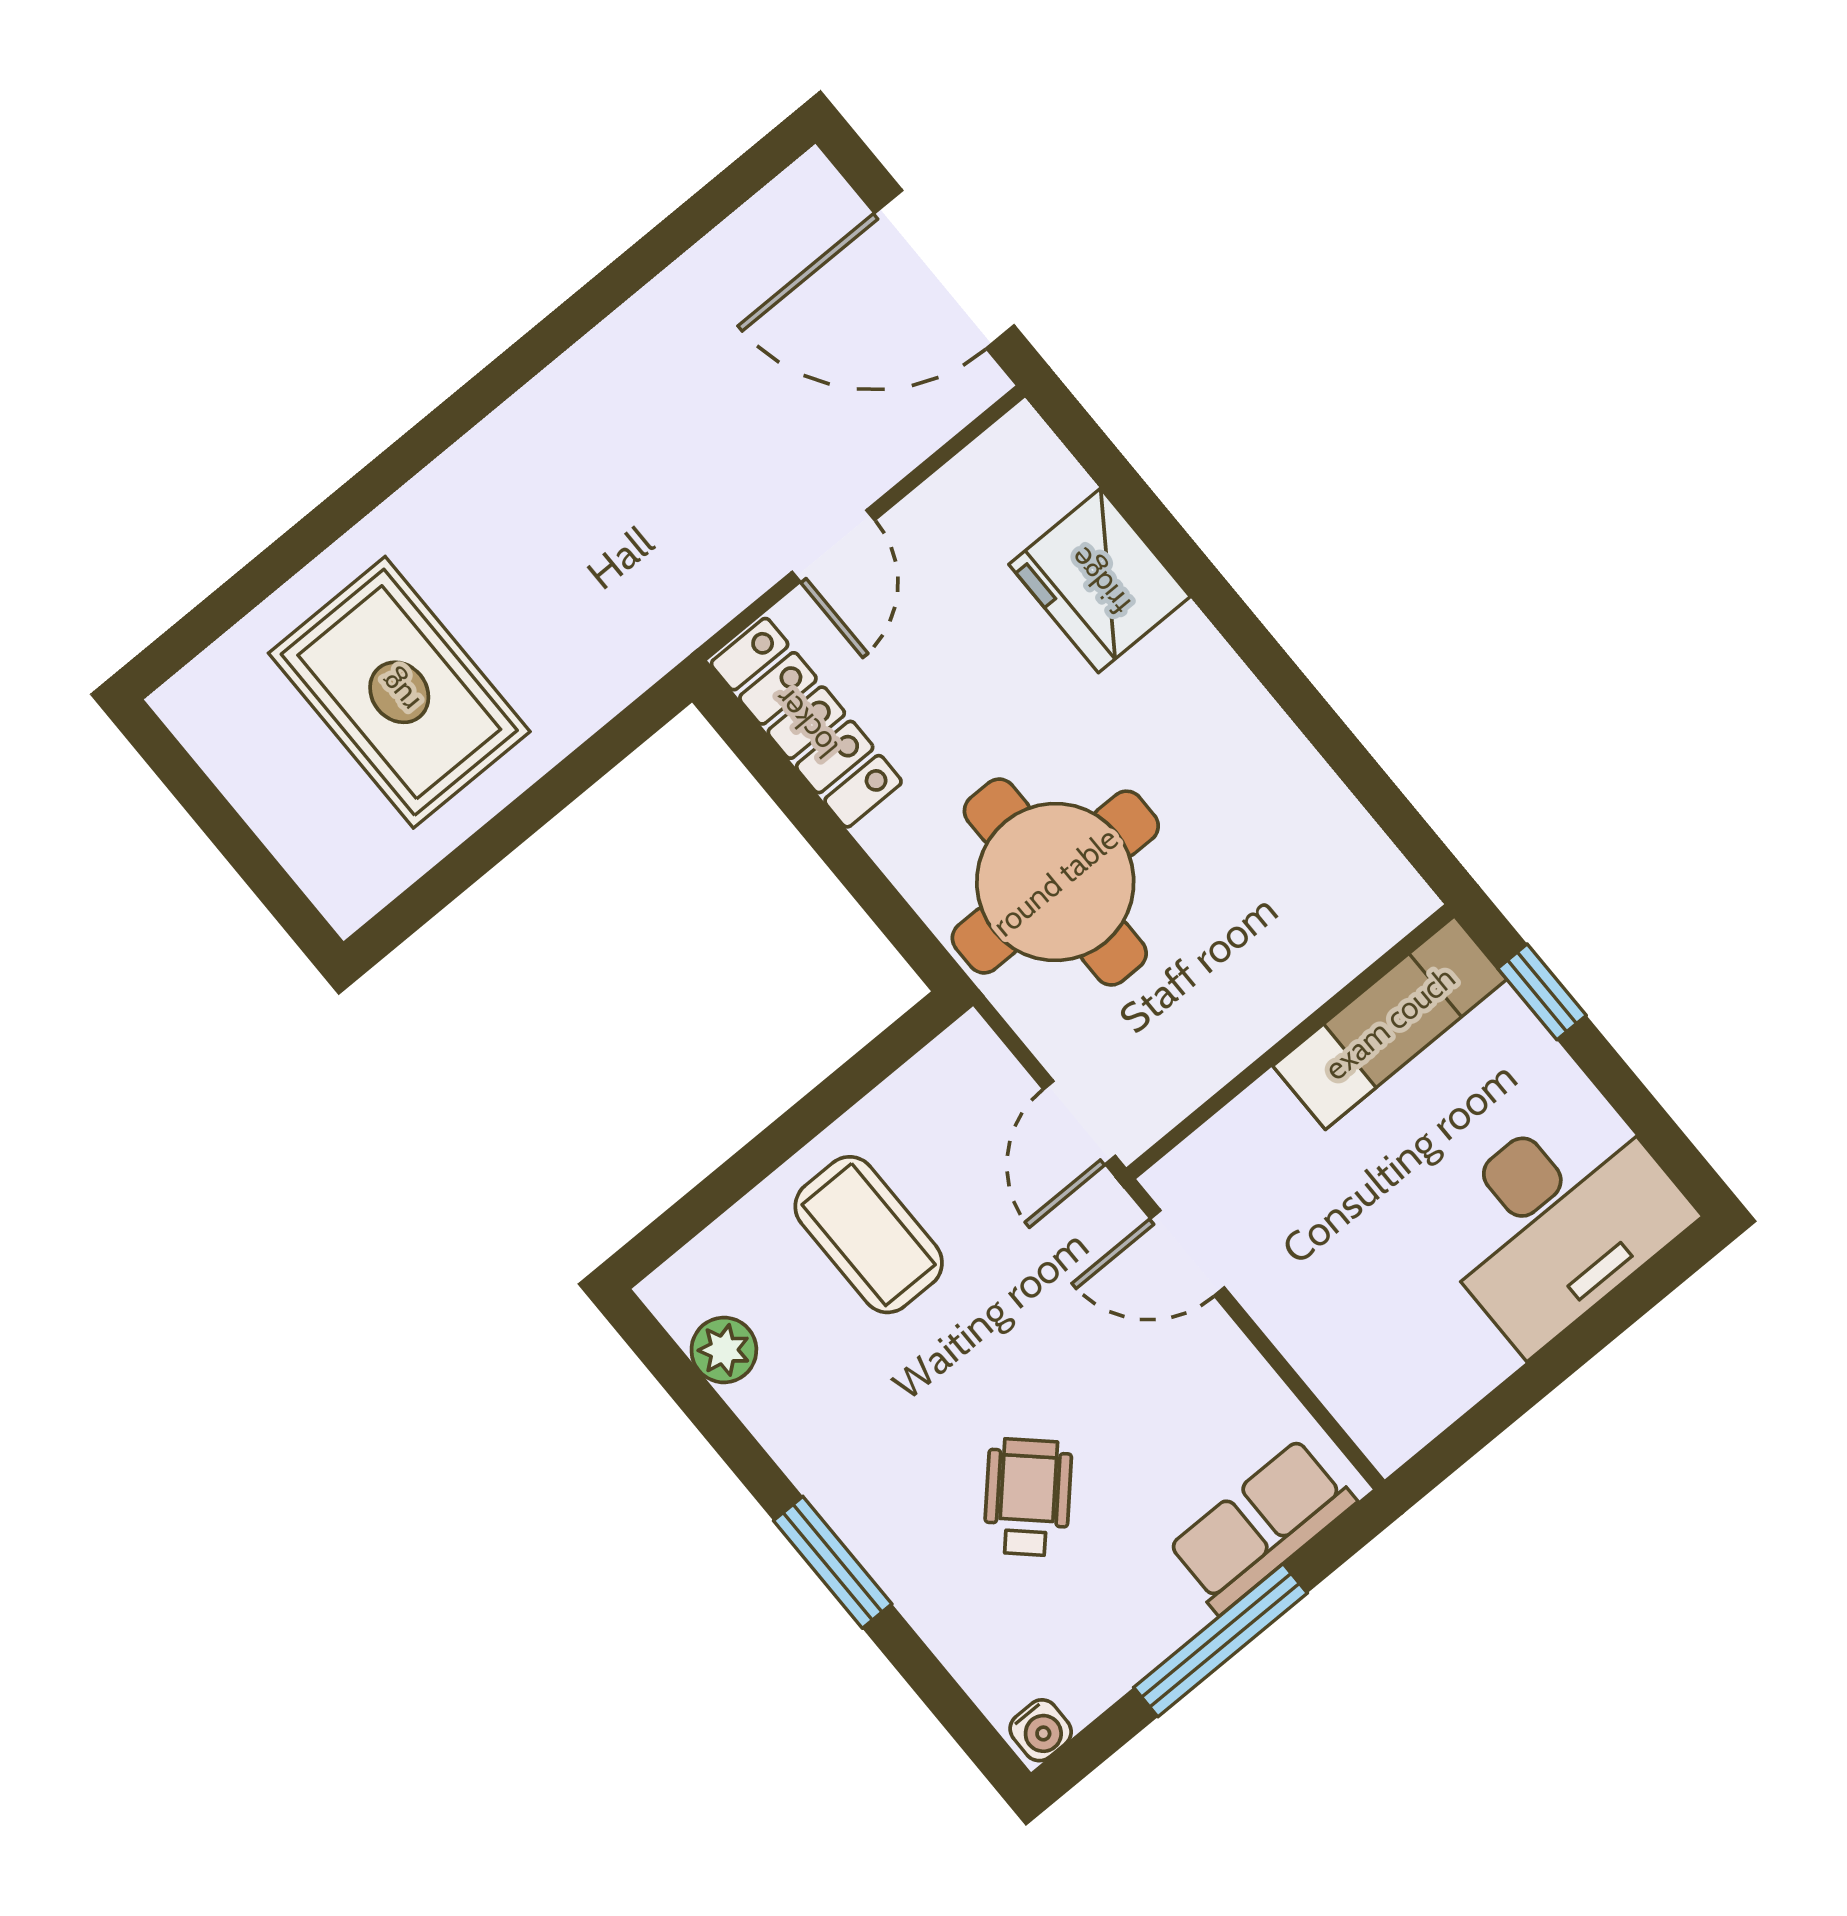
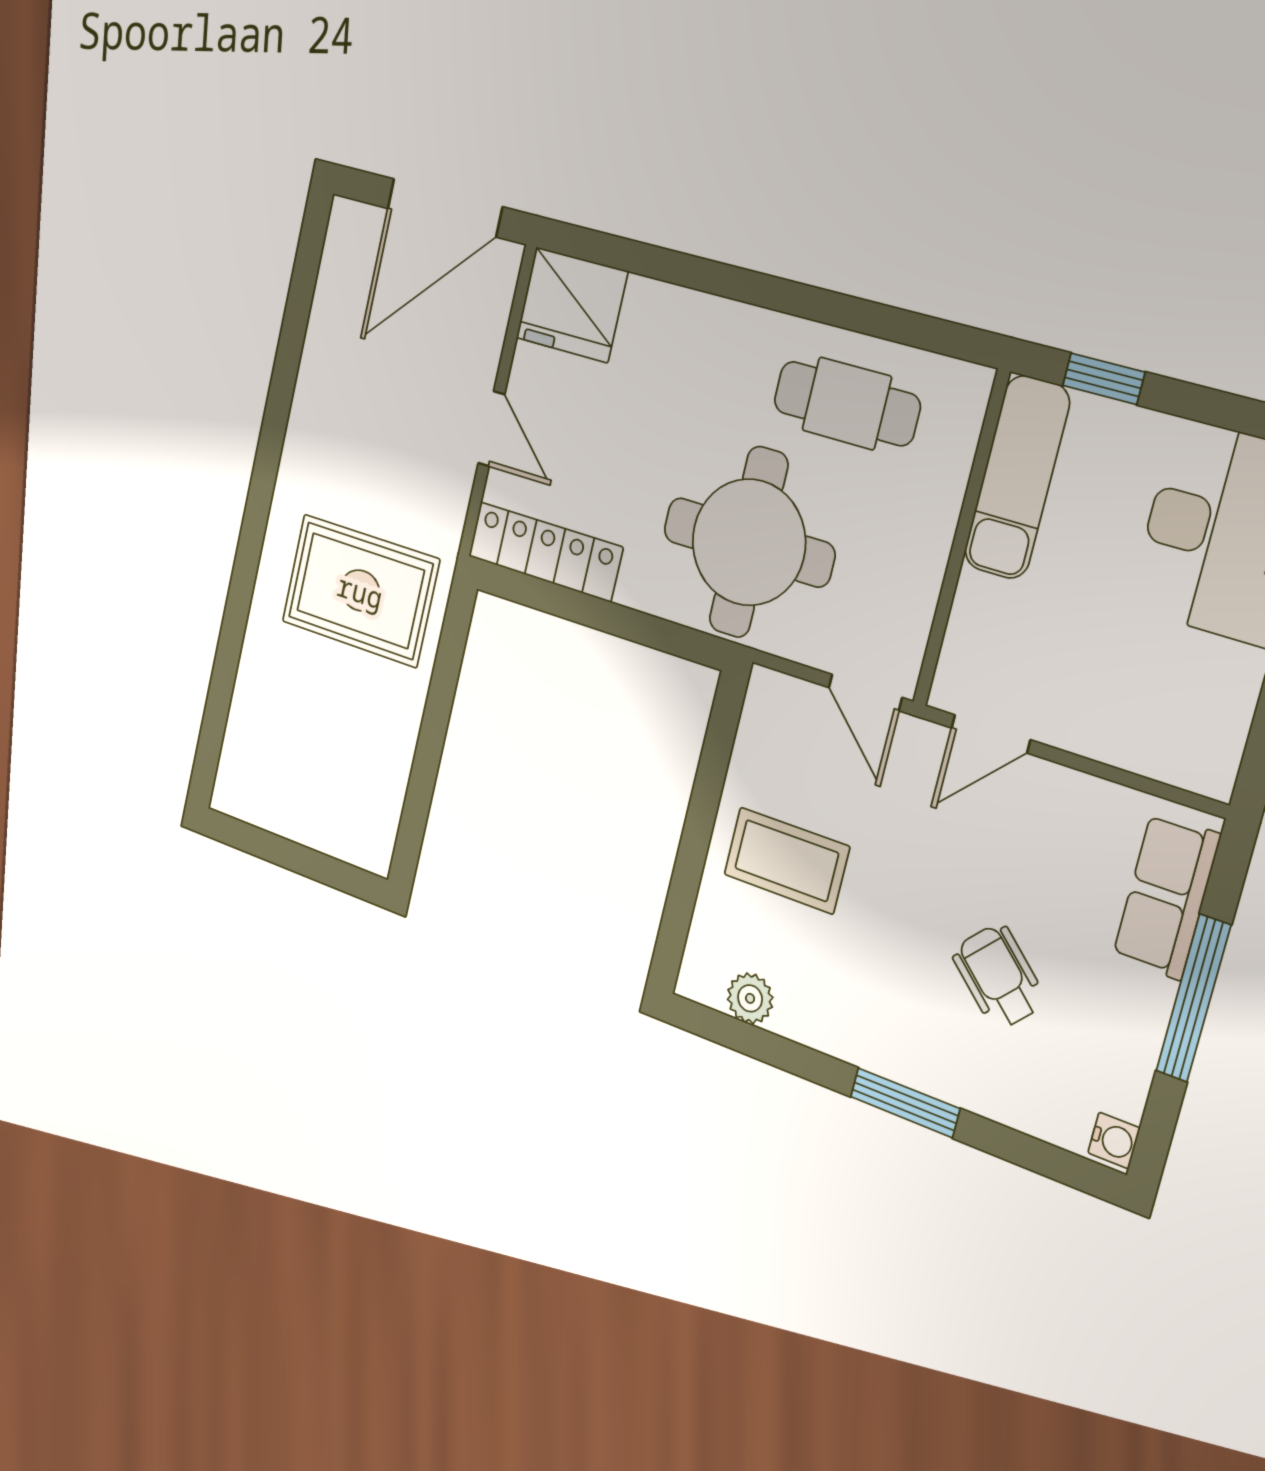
fridge: (1100, 581) -> (572, 305), moved
rug: (399, 692) -> (360, 591), moved
cafe table: (1263, 821) -> (847, 403), added

